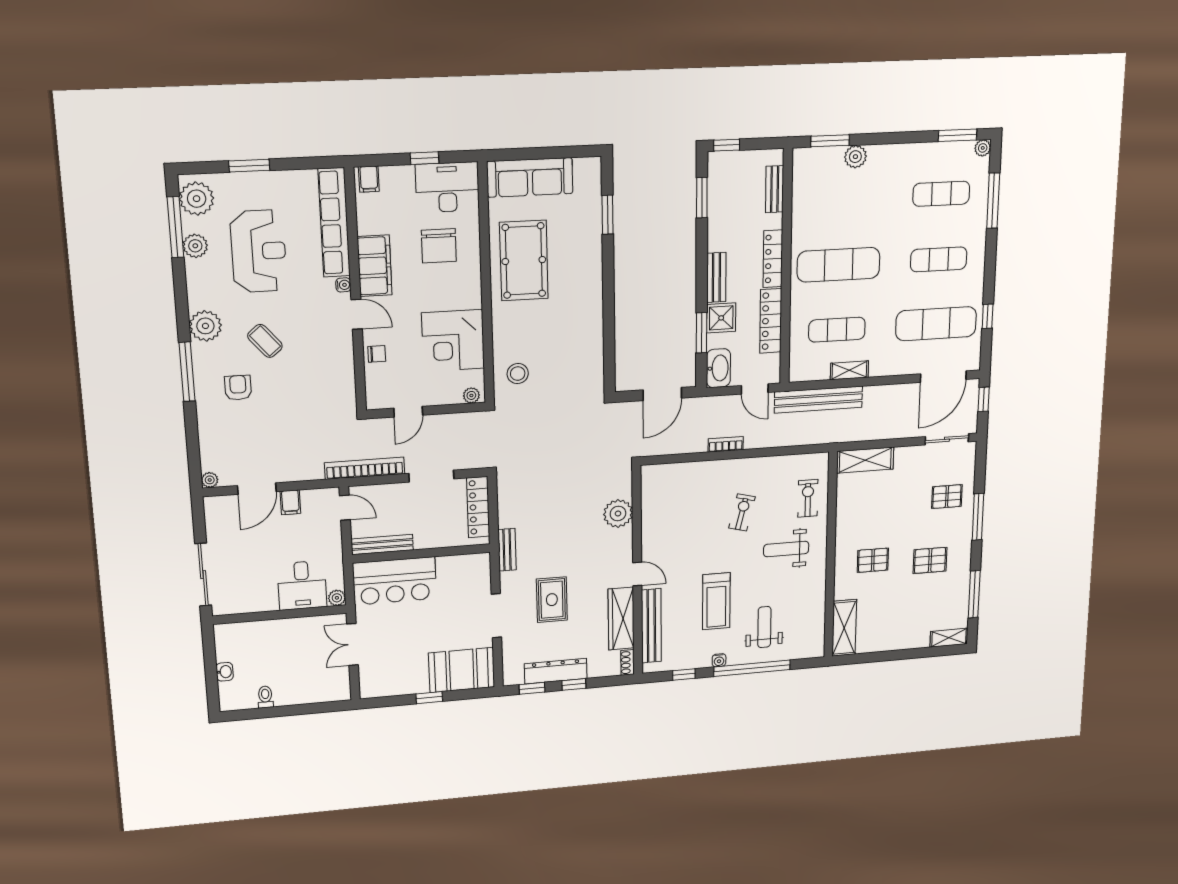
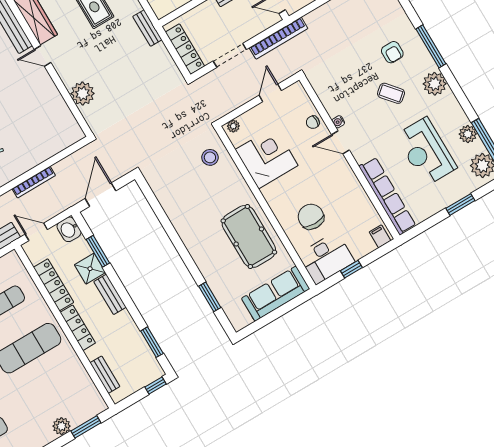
filing cabinet: (375, 266) -> (346, 181), removed
water cooler: (343, 285) -> (338, 122), moved
washbasin: (718, 368) -> (69, 229), width x0.72
bookcase: (726, 444) -> (34, 182), width x1.56

